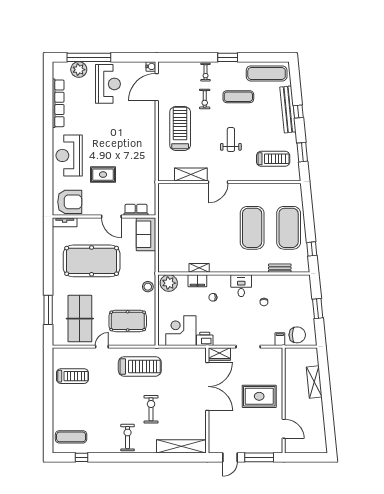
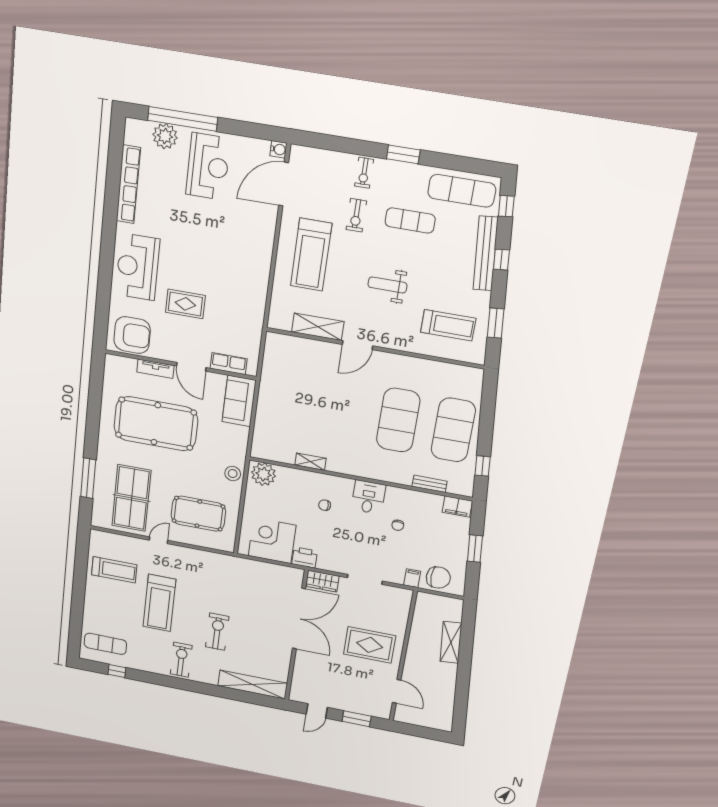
window: (295, 78) -> (506, 206), added
treadmill: (180, 128) -> (311, 255), turned 180
weight bench: (231, 140) -> (387, 285), turned -90
tv unit: (65, 222) -> (155, 369), moved
filing cabinet: (197, 281) -> (457, 507), moved
treadmill: (140, 366) -> (159, 603), moved, turned 90
window: (259, 457) -> (357, 719), width x0.69

